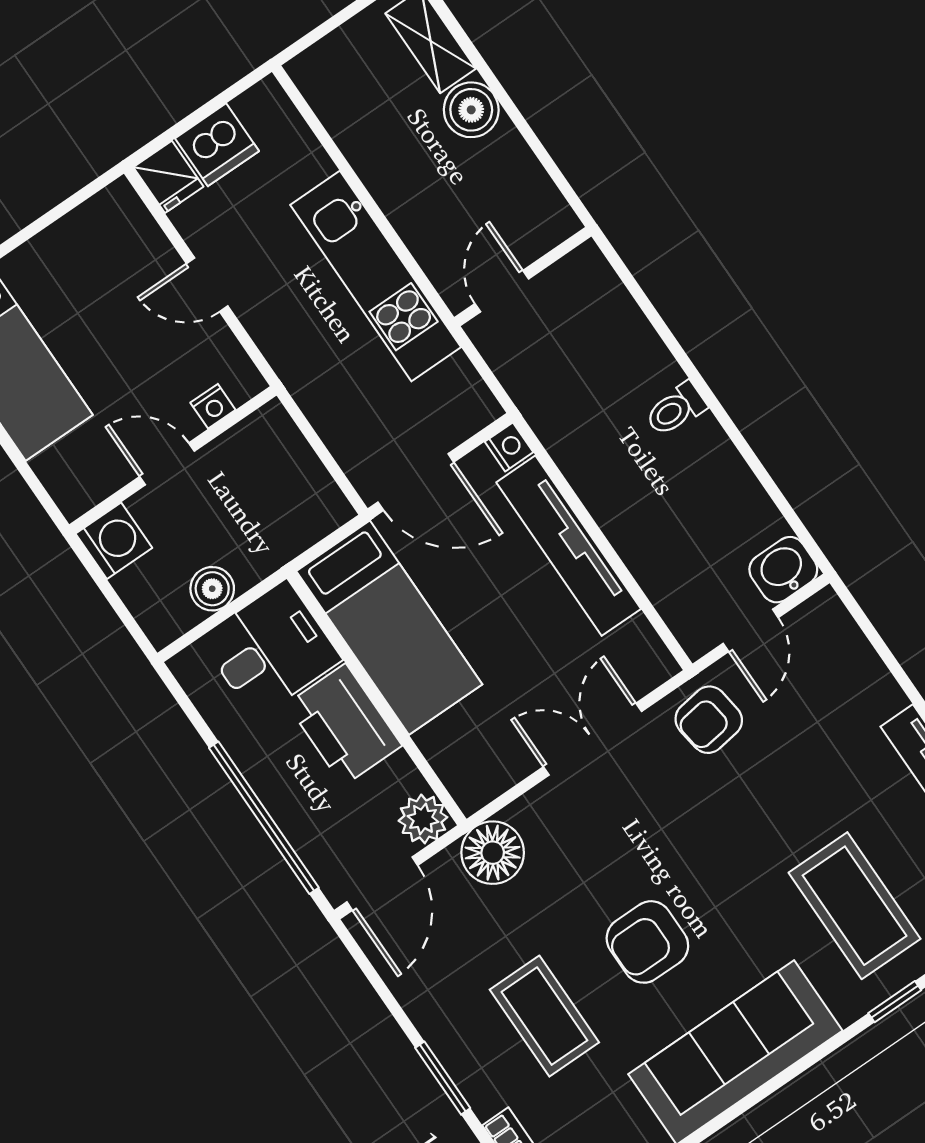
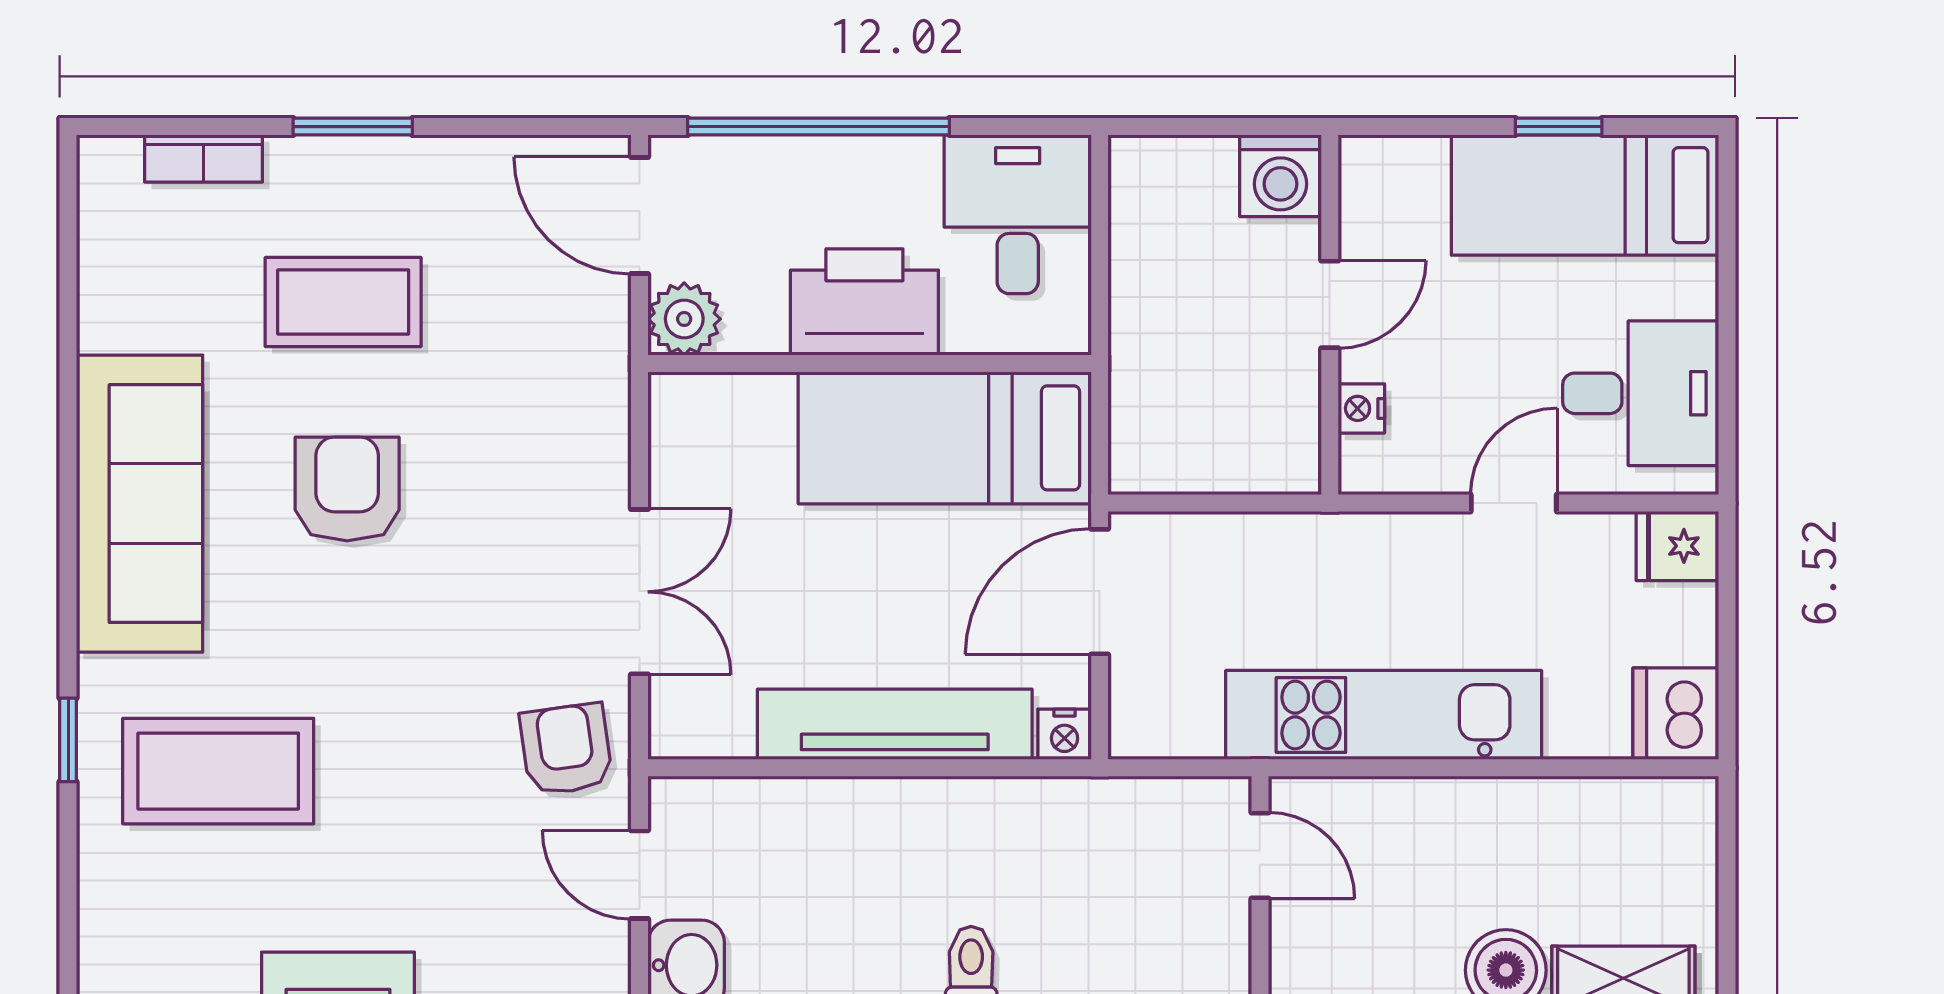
dishwasher: (217, 145) -> (1676, 714), moved
desk: (97, 256) -> (1641, 393), added
boiler: (212, 589) -> (1140, 255), removed
desk: (271, 649) -> (1018, 214), moved, turned 180
floor lamp: (493, 853) -> (585, 376), removed

